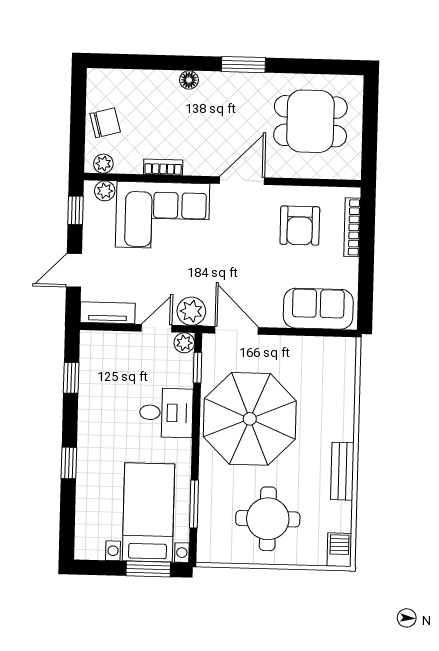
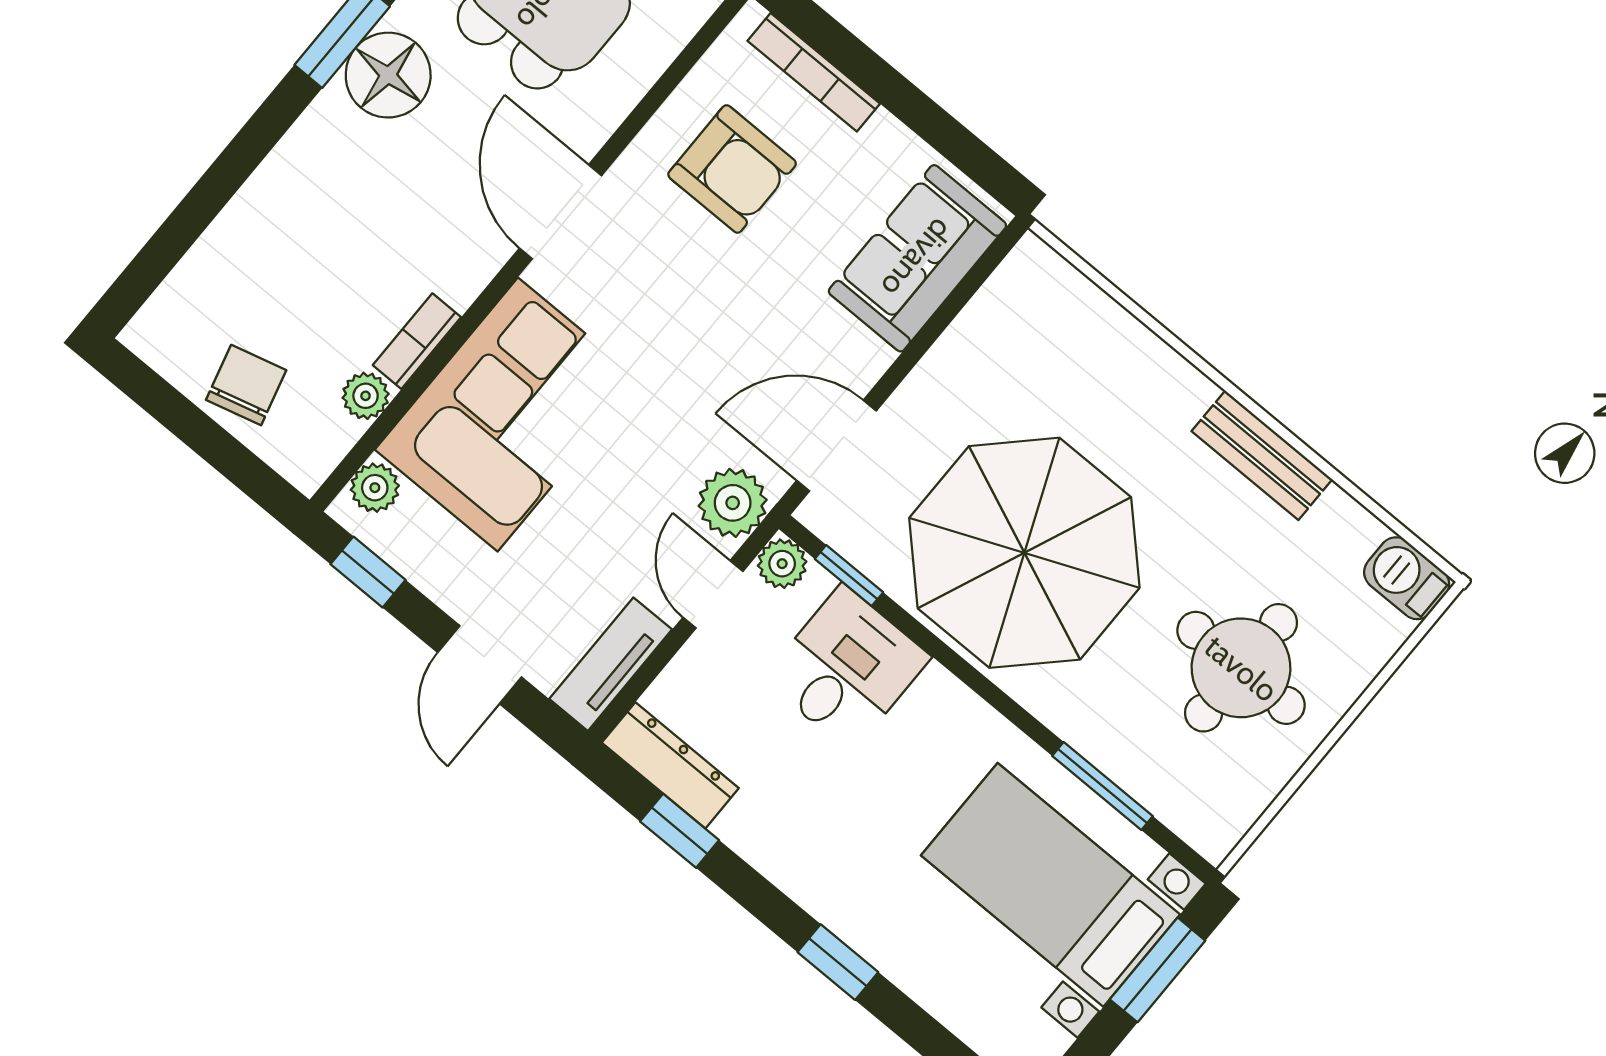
floor lamp: (189, 80) -> (388, 75), moved, width x1.89, depth x1.89
plant: (103, 164) -> (366, 396), moved
dresser: (90, 358) -> (670, 765), added
desk: (166, 413) -> (847, 668), moved

